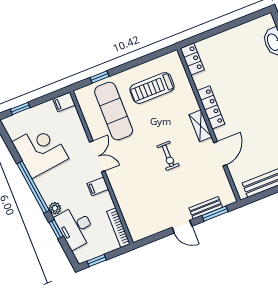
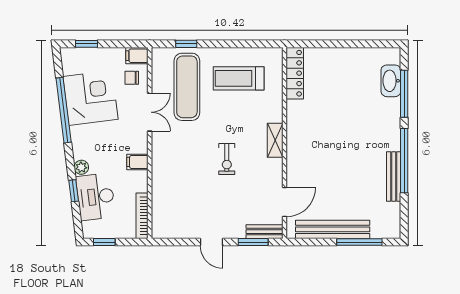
locker: (192, 59) -> (295, 73), width x1.53
locker: (211, 107) -> (294, 125), removed
chair: (67, 121) -> (132, 78), added
door: (220, 154) -> (285, 202), moved
double door: (97, 156) -> (150, 112), moved
window: (33, 187) -> (64, 110), moved
bench: (206, 208) -> (264, 232), moved

